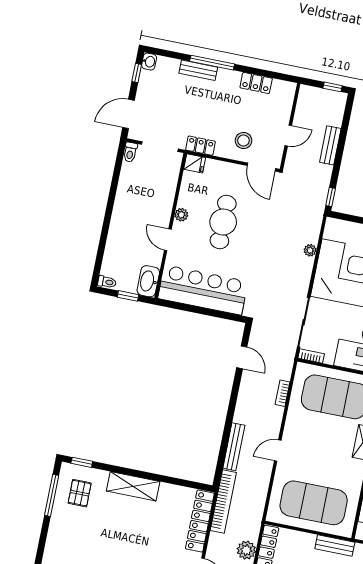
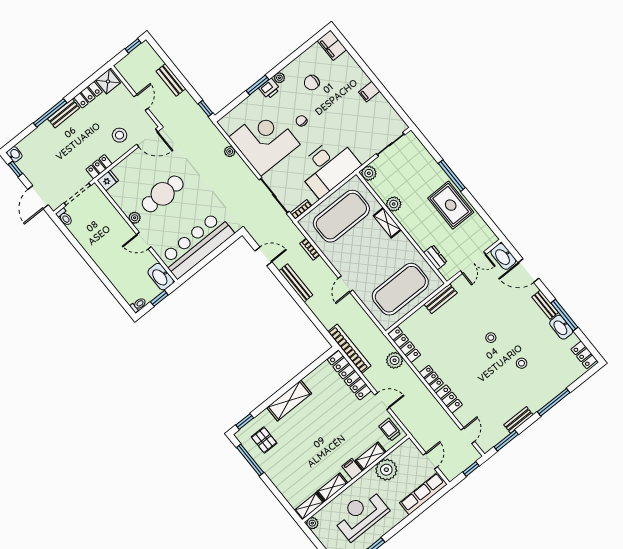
bench: (198, 70) -> (64, 113), moved
shower: (283, 91) -> (108, 81), added
cafe table: (223, 222) -> (163, 194), turned 90
bench: (234, 447) -> (296, 283), moved

